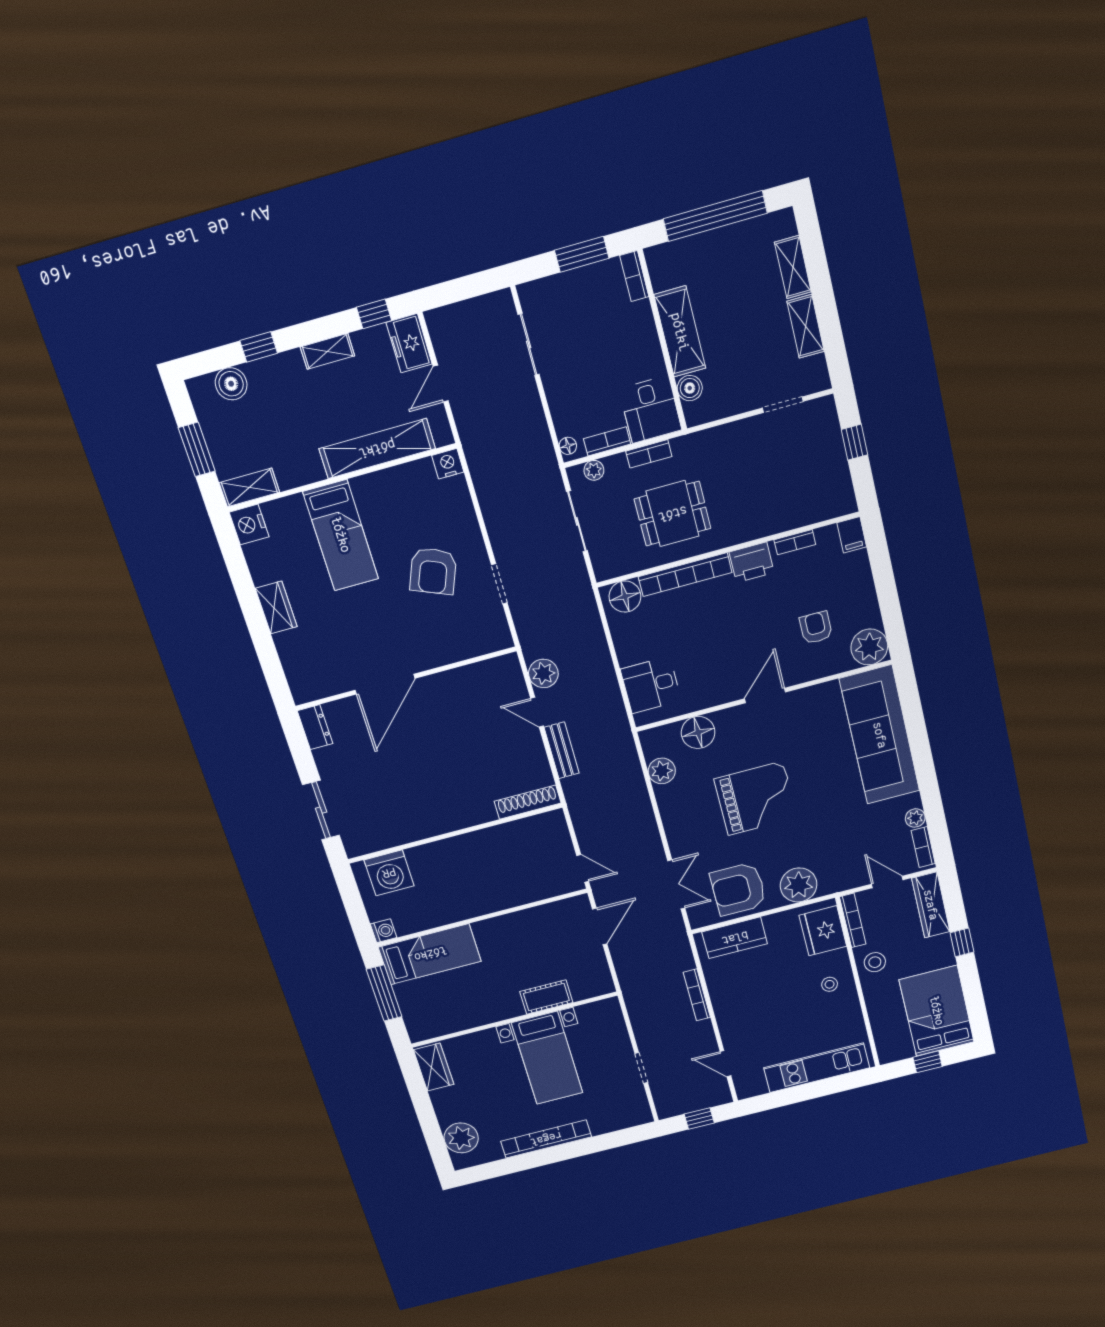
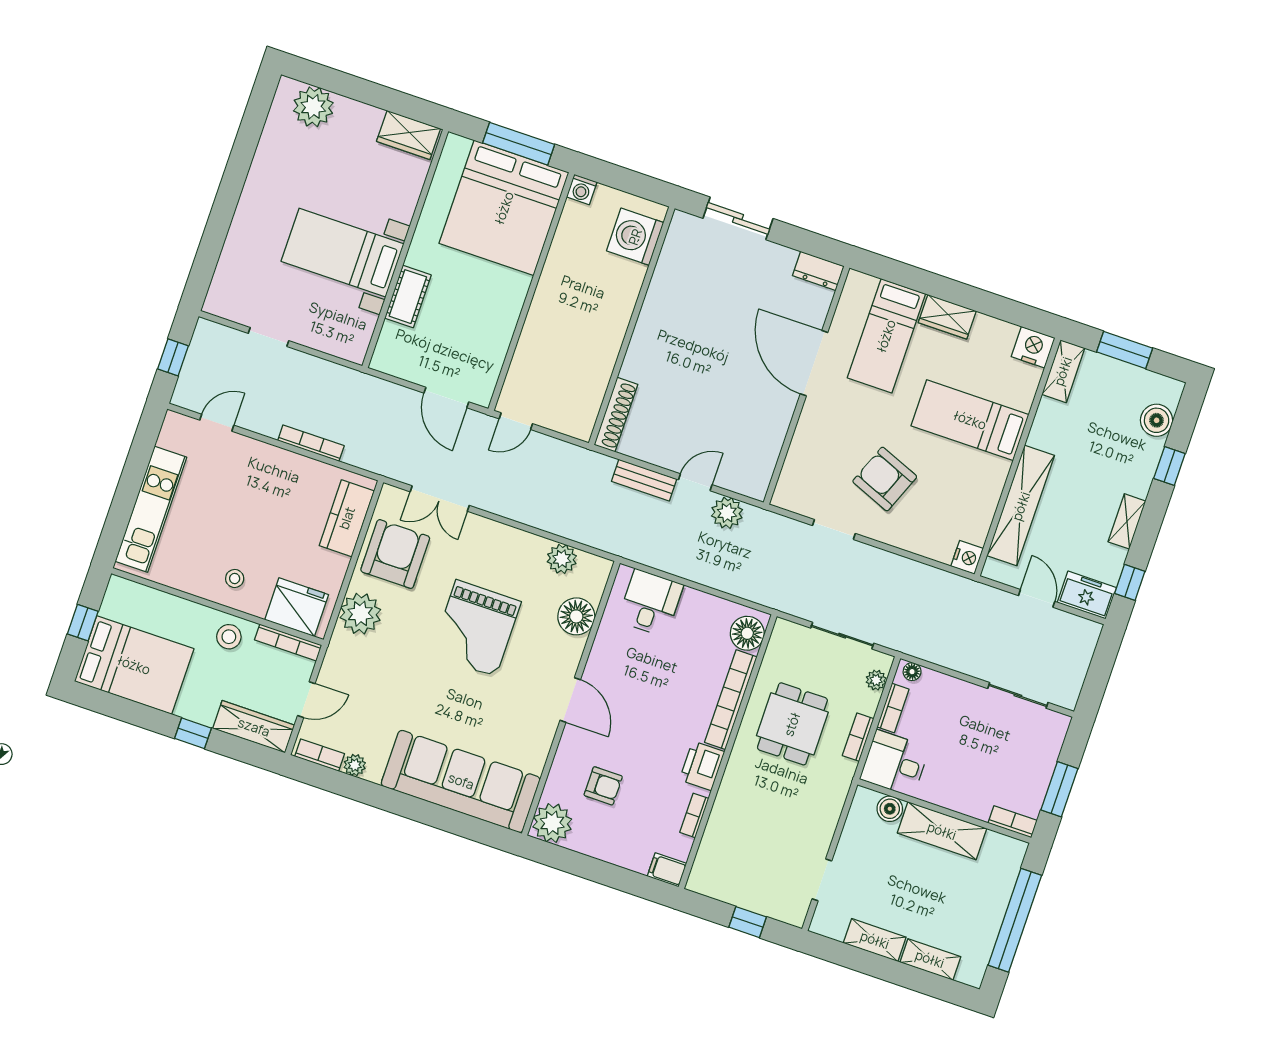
bed: (325, 644) -> (886, 336), added
bed: (430, 954) -> (504, 208), width x2.04
bookcase: (546, 1139) -> (254, 190), removed

